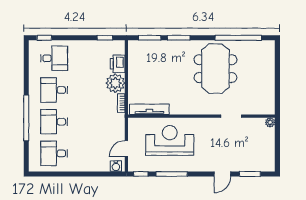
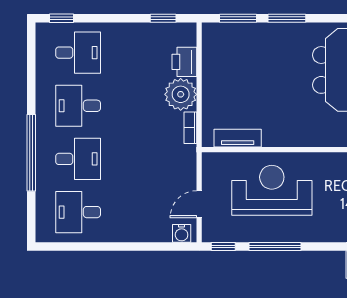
tv unit: (149, 109) -> (238, 138), width x0.71
desk: (54, 122) -> (78, 159), turned 180

